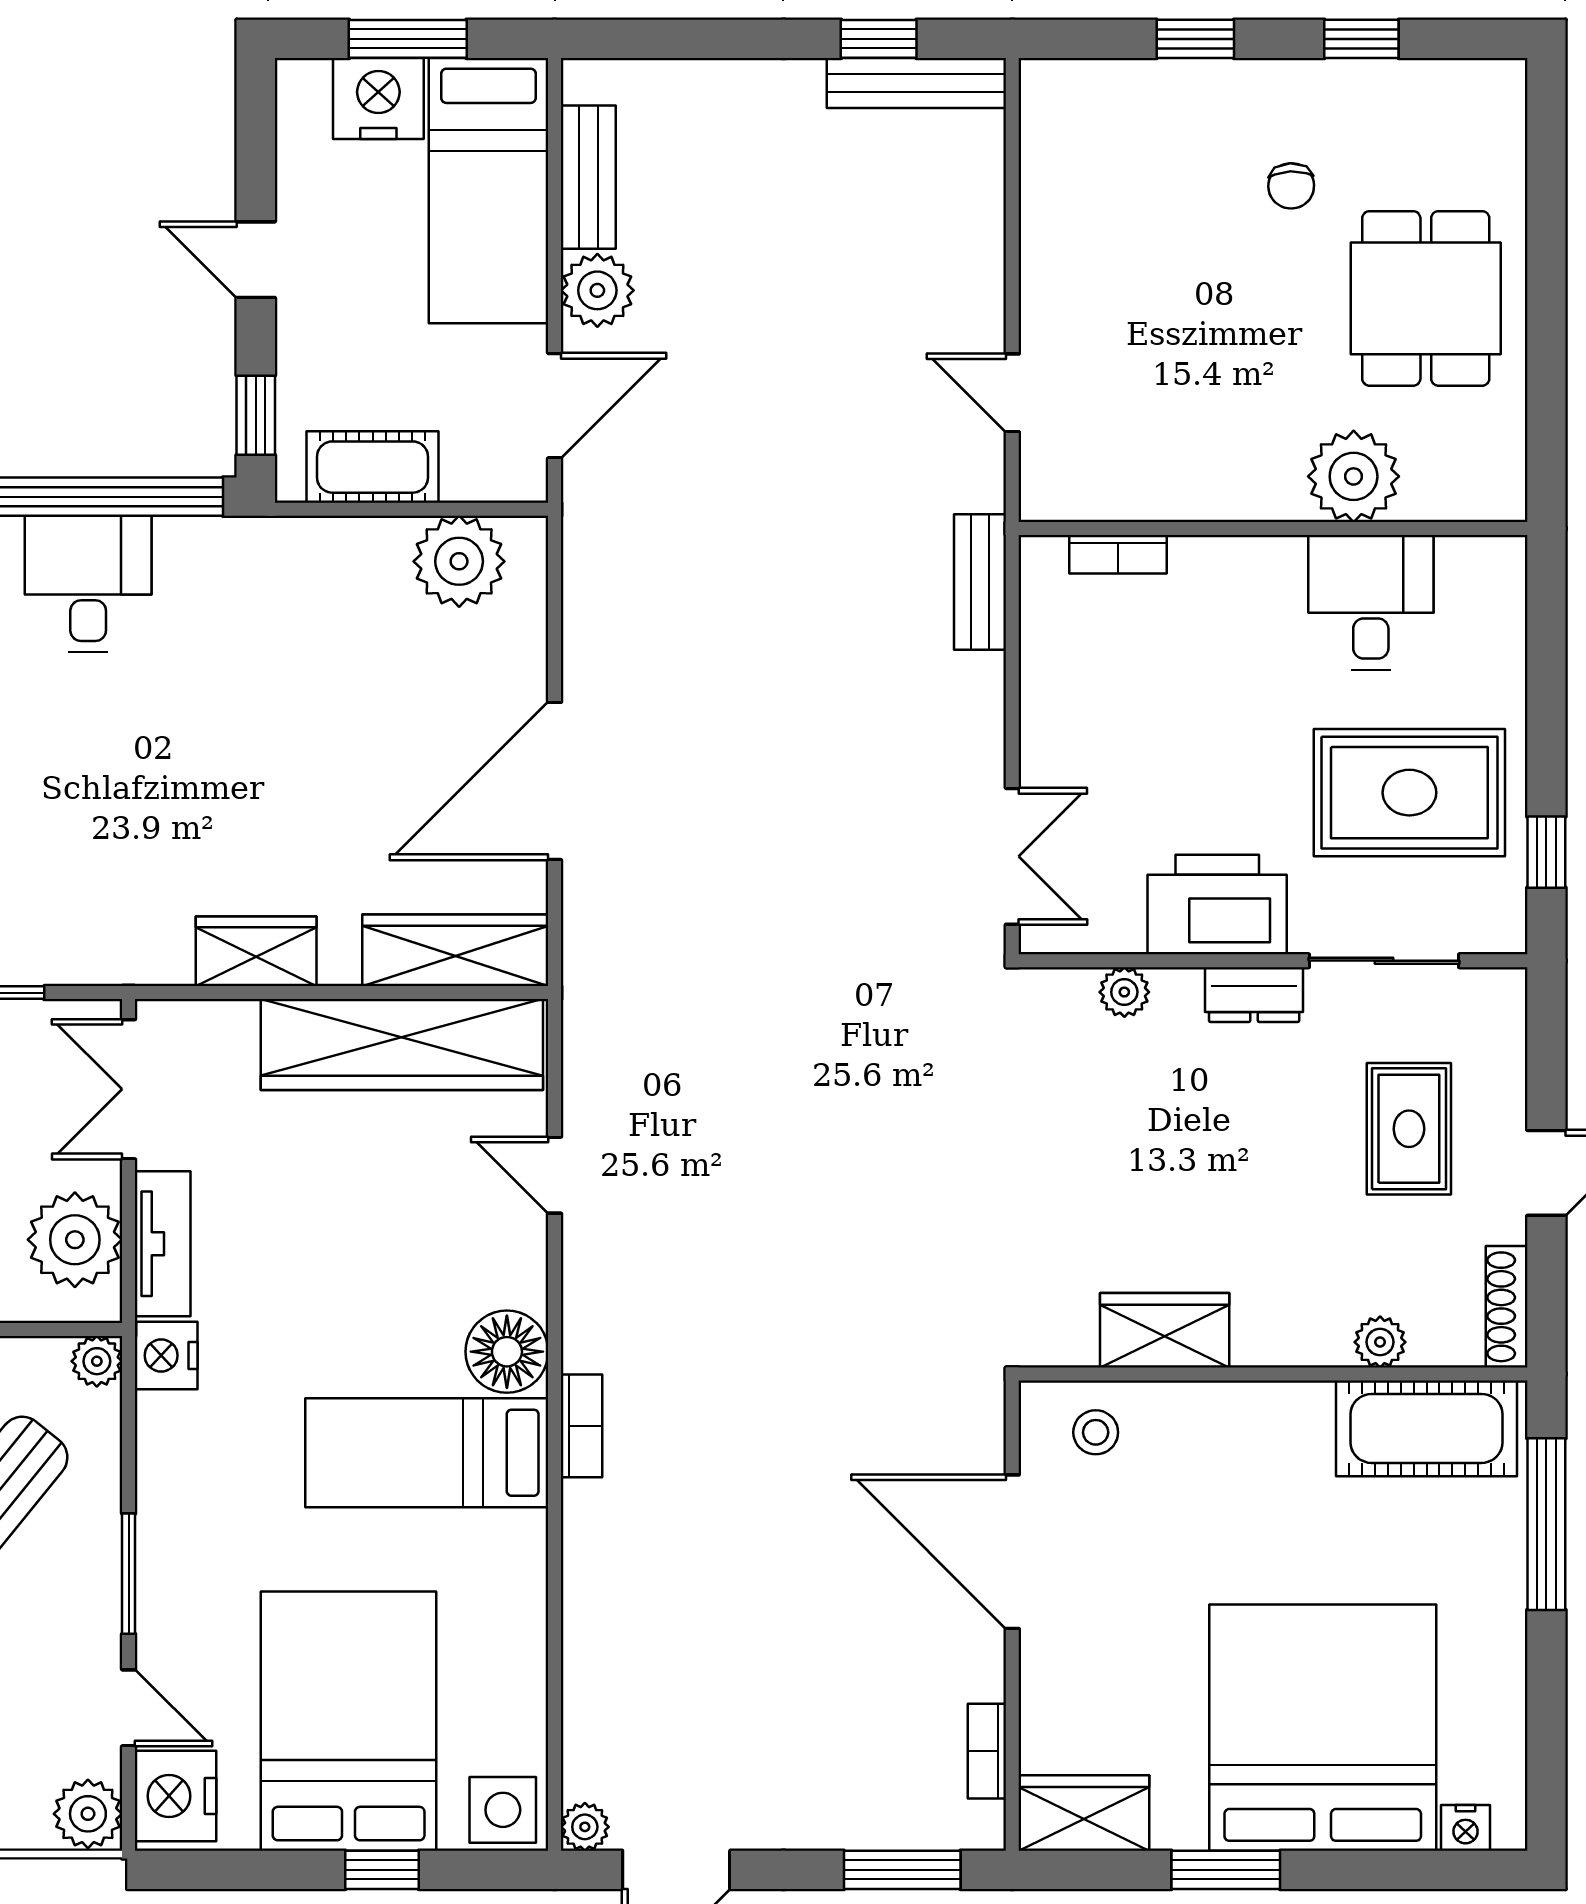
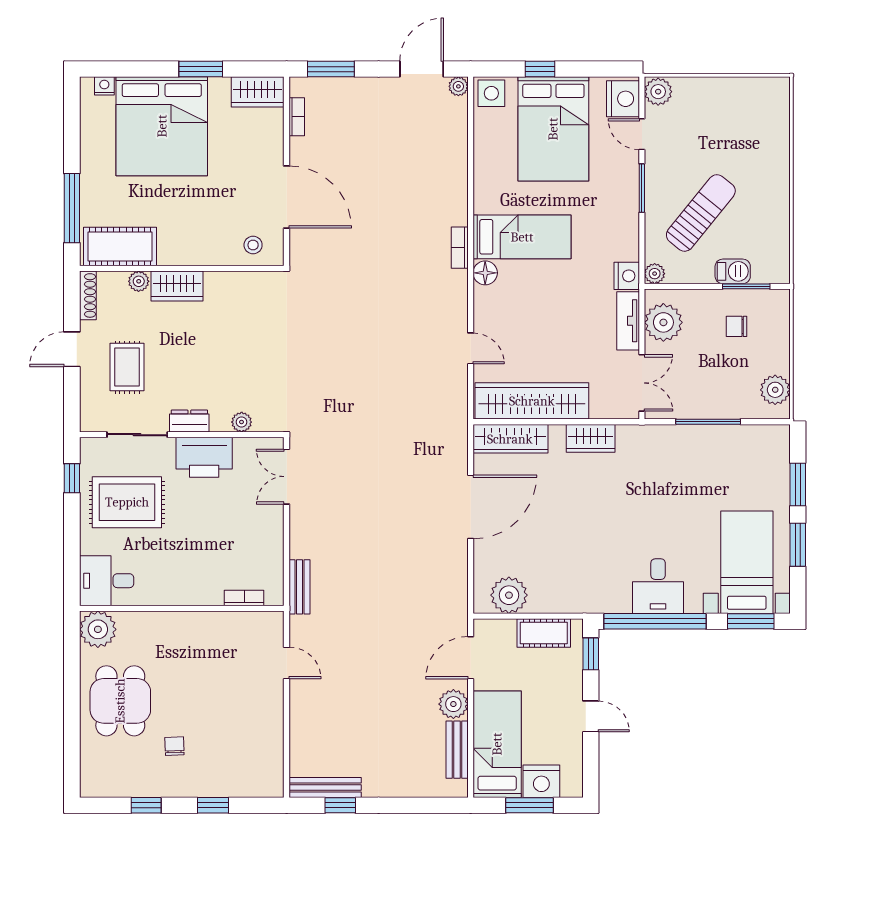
plant: (1354, 476) -> (98, 629), moved
desk: (1371, 602) -> (107, 581), moved, turned 90
wardrobe: (1165, 1330) -> (177, 286), moved
floor lamp: (507, 1352) -> (485, 273), width x0.73, depth x0.73

